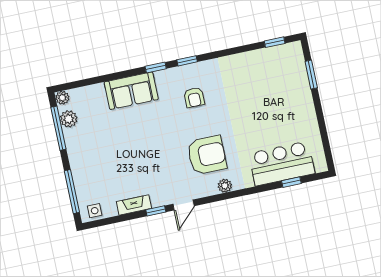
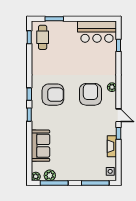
cafe table: (279, 63) -> (43, 37), added
sofa: (131, 91) -> (40, 146), moved
armchair: (194, 97) -> (53, 95), width x1.88, depth x1.88
bar counter: (282, 163) -> (97, 32), moved, turned -90

